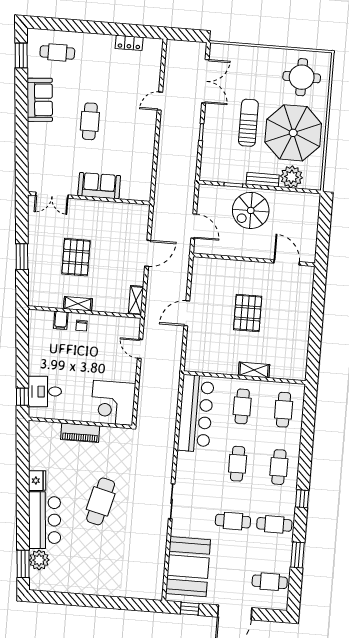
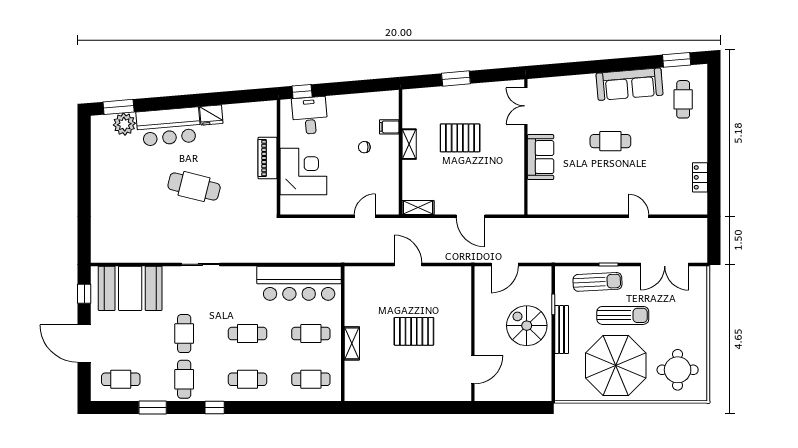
sofa: (40, 100) -> (630, 84), width x1.36
sun lounger: (216, 143) -> (598, 282), added
plant: (291, 177) -> (567, 367), removed
bench: (263, 180) -> (562, 330), width x1.36
chair: (82, 326) -> (364, 147), moved
corner desk: (113, 403) -> (303, 172), moved, turned 90
cafe table: (270, 582) -> (121, 379), turned 90

